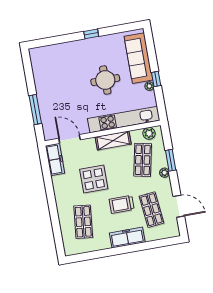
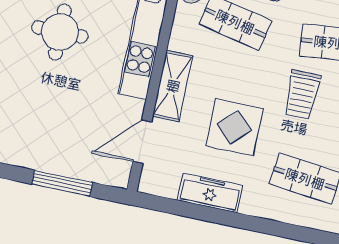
shelving: (113, 140) -> (173, 86), moved
freezer: (55, 160) -> (210, 193), moved

